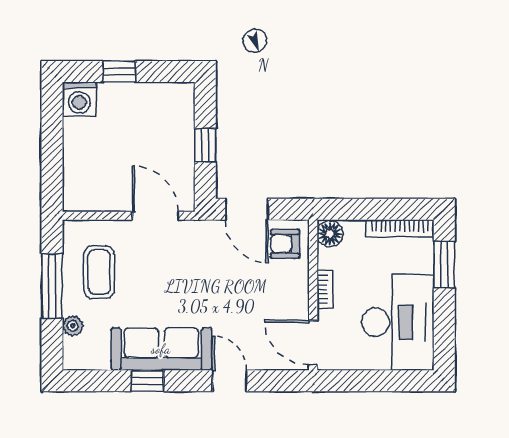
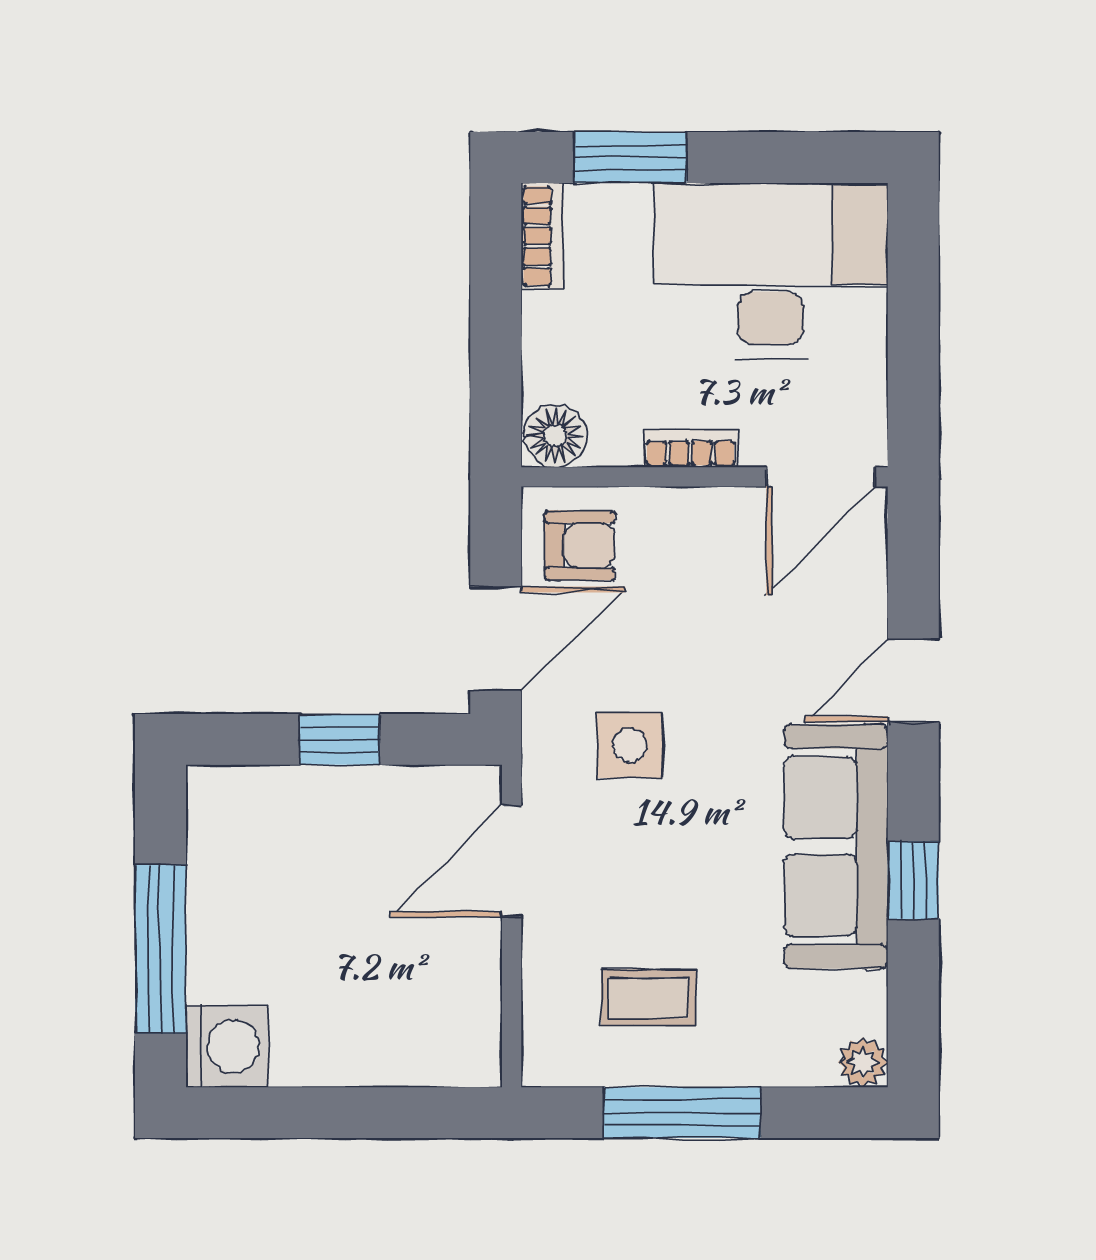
window: (119, 72) -> (161, 949), width x2.17
bookcase: (400, 228) -> (542, 236), width x0.64
armchair: (285, 244) -> (580, 545), turned -90
side table: (203, 264) -> (630, 745), added
coffee table: (99, 272) -> (648, 998), width x0.73, depth x0.77
plant: (73, 326) -> (863, 1062), moved

